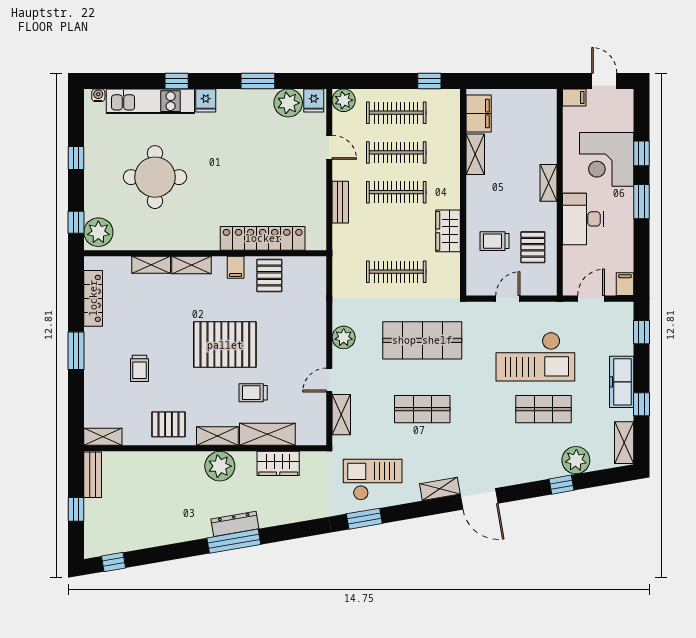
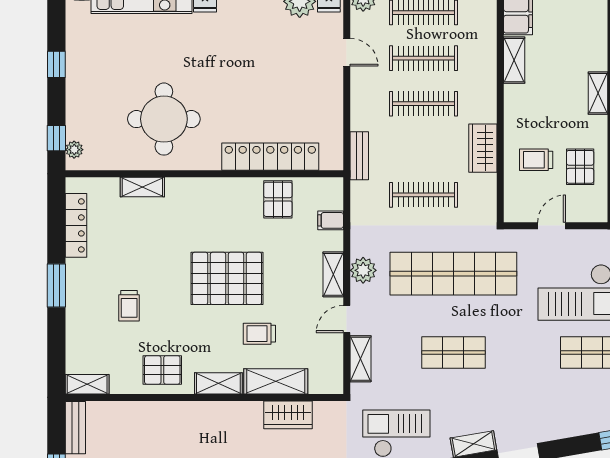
round table: (155, 177) -> (164, 119), moved
bench: (340, 202) -> (359, 156), moved
plant: (98, 232) -> (74, 150), width x0.53, depth x0.53
shelving: (191, 265) -> (333, 274), moved, turned 90
filing cabinet: (236, 267) -> (331, 220), moved, turned 90
shop shelf: (422, 340) -> (453, 274), width x1.40
plant: (220, 466) -> (221, 418), removed

